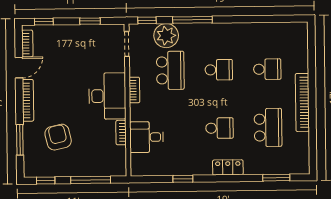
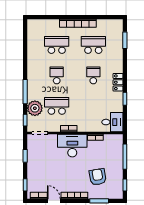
school desk: (267, 69) -> (57, 45), width x1.85
armchair: (58, 137) -> (98, 177), turned 93
desk: (146, 137) -> (112, 122), moved, turned -90
locker: (228, 167) -> (118, 82), moved

